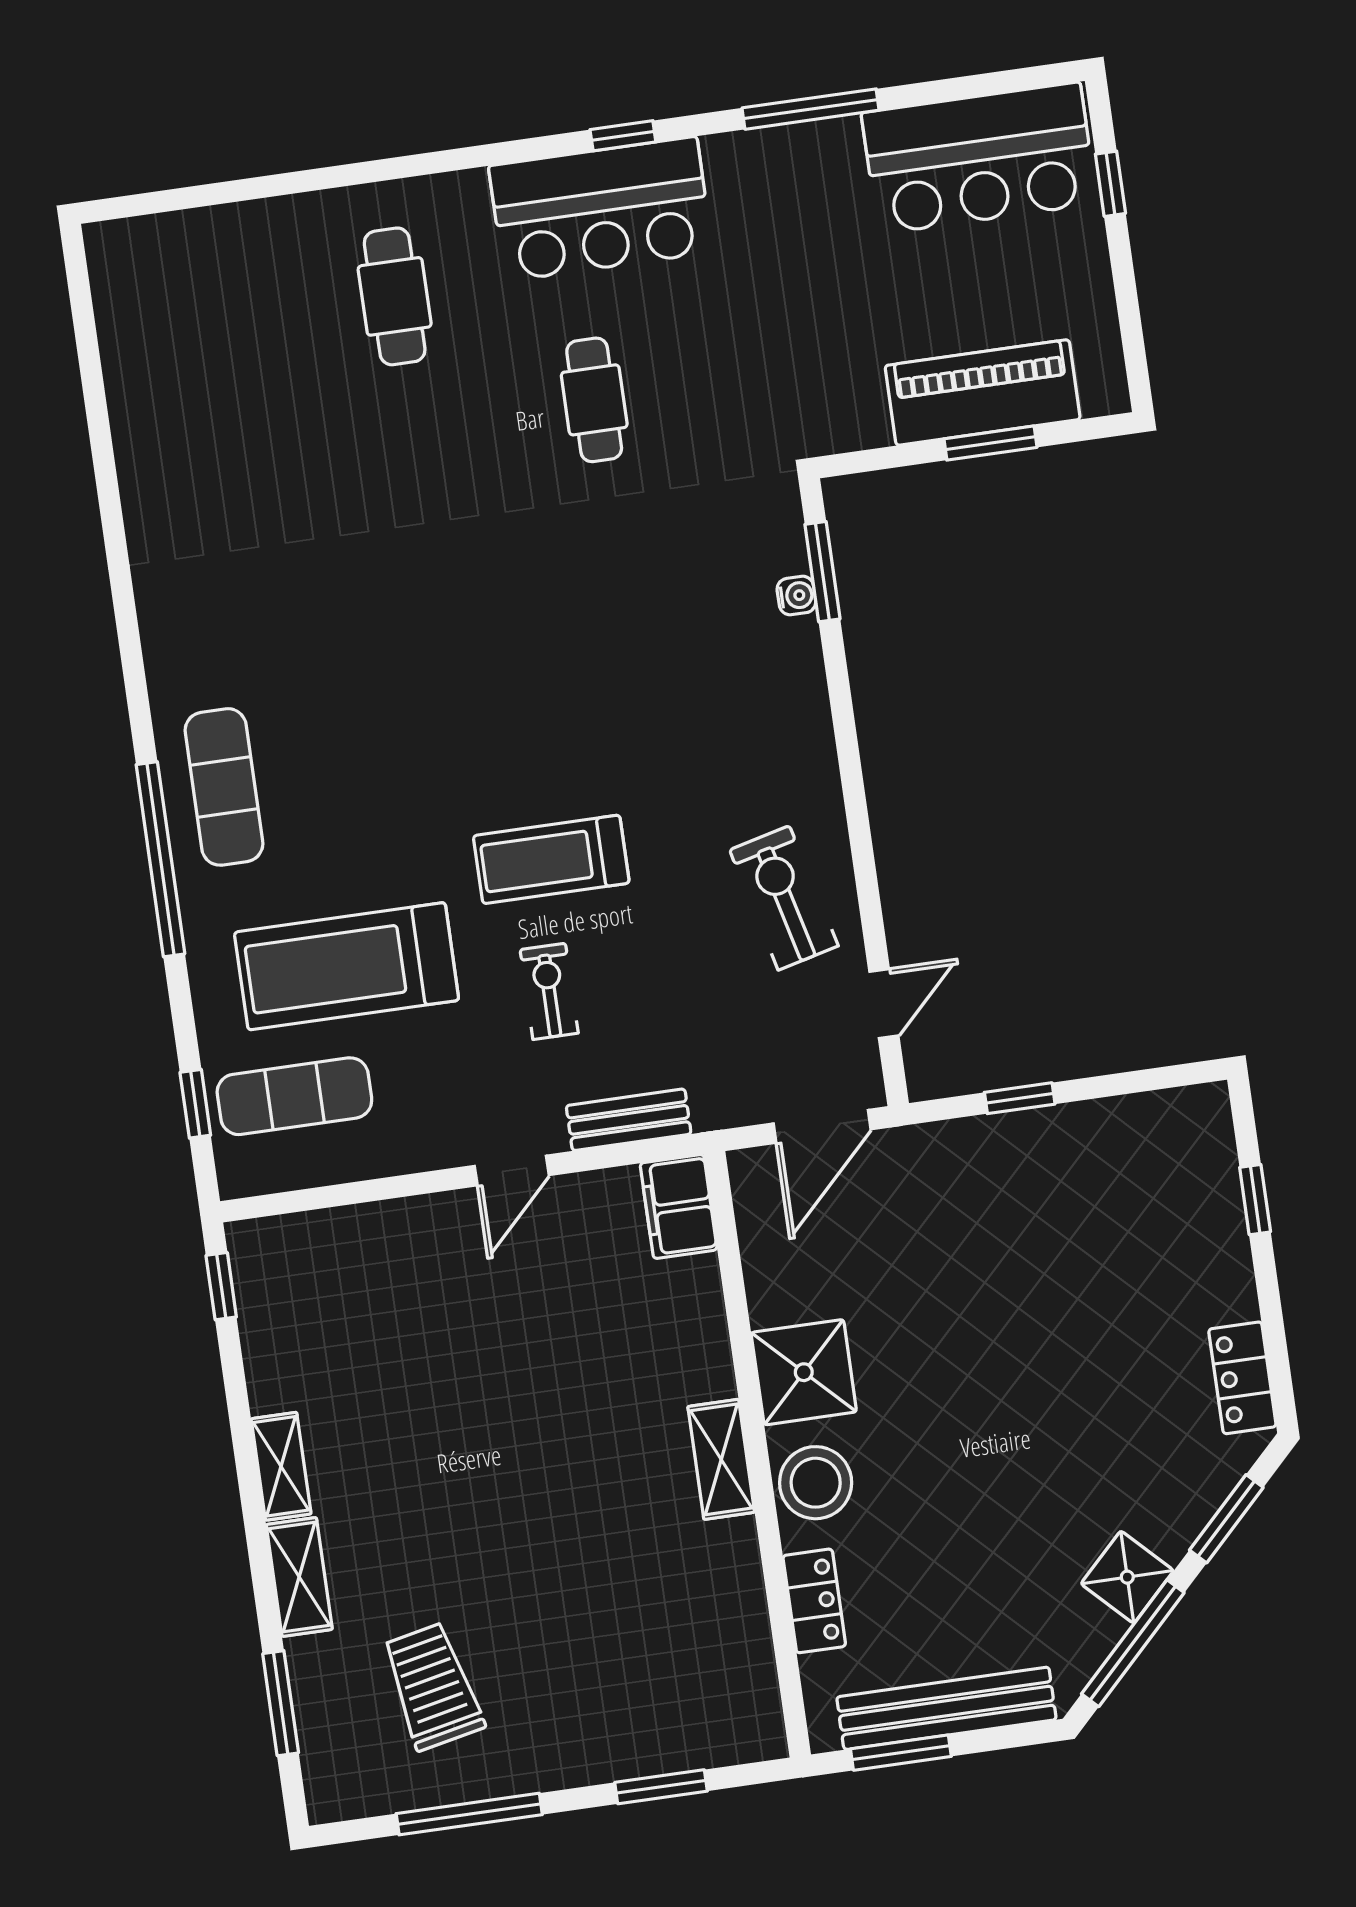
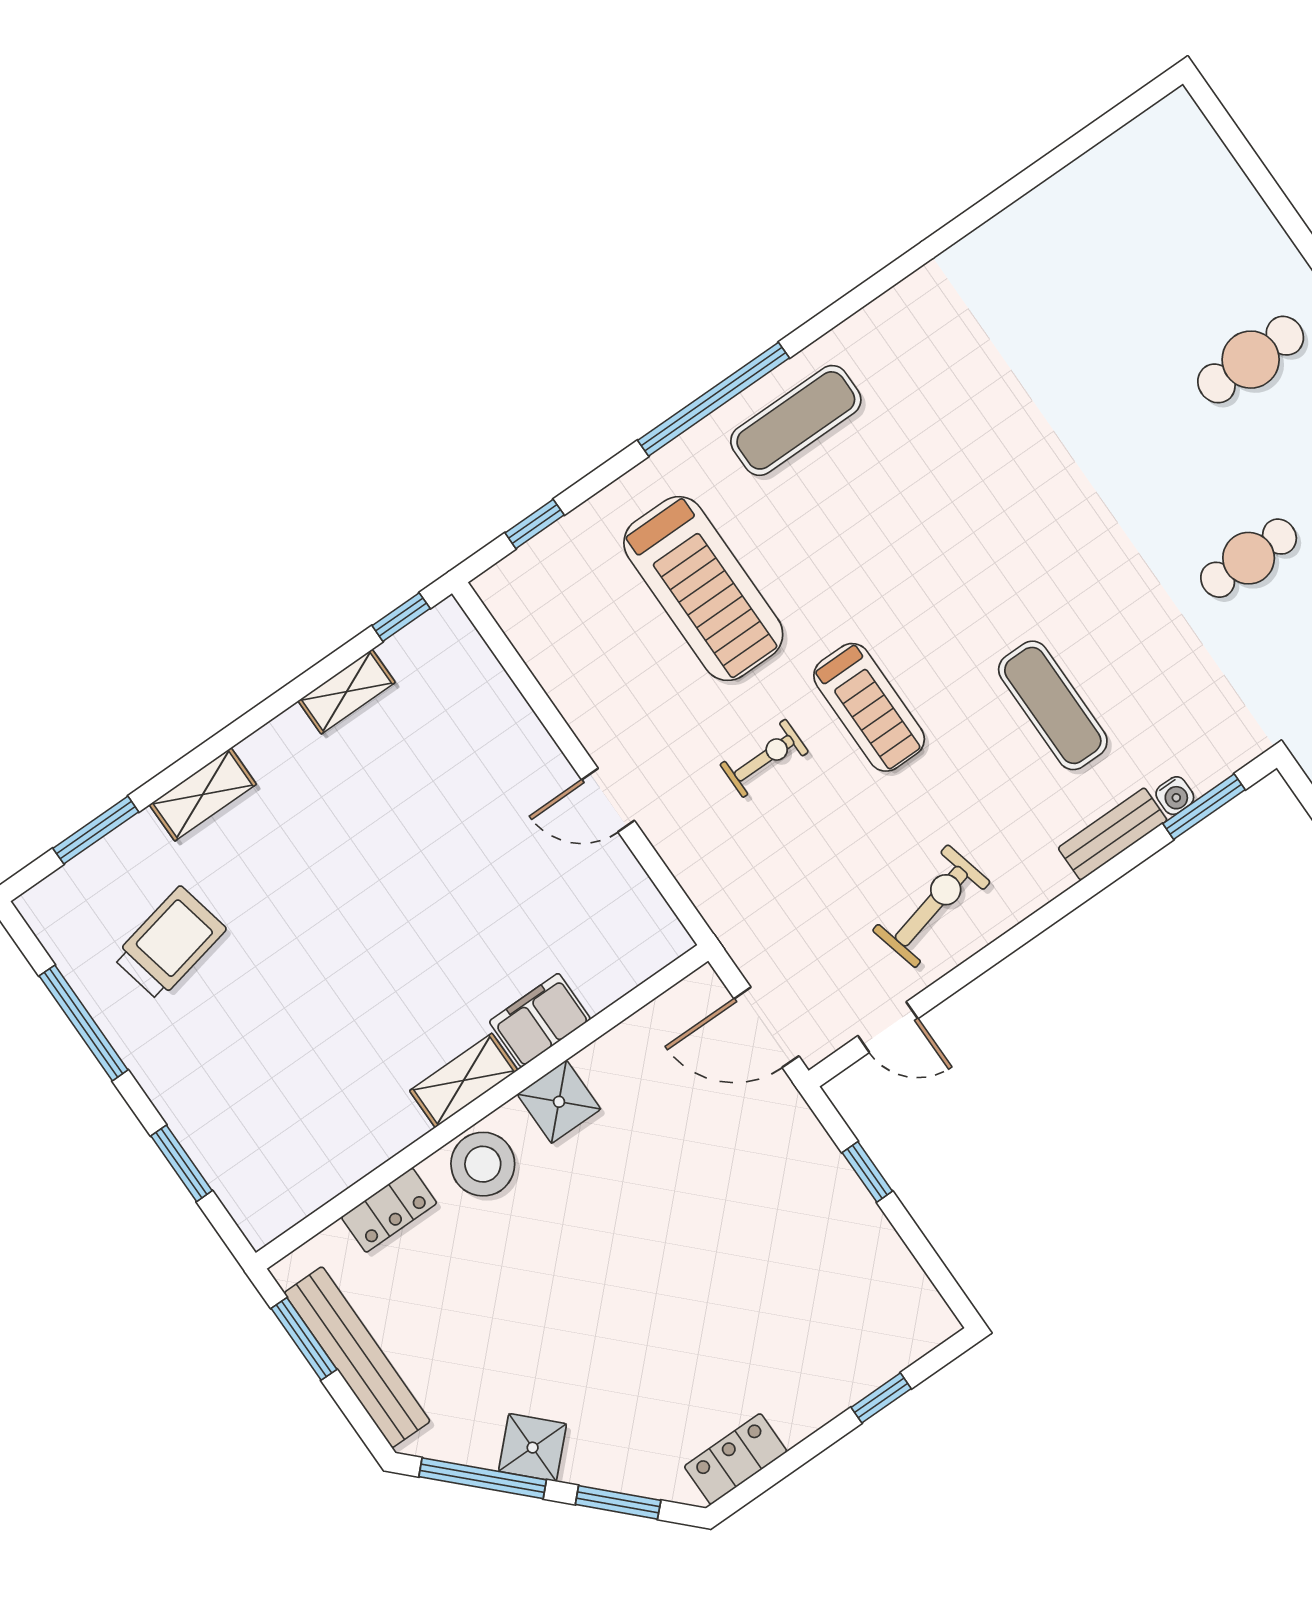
treadmill: (551, 859) -> (869, 707), turned 180
treadmill: (347, 966) -> (703, 589), turned 180
exercise mat: (294, 1096) -> (1053, 705), moved
bench: (629, 1120) -> (1113, 834), moved, turned 90
filing cabinet: (679, 1206) -> (540, 1020), moved
shower: (804, 1372) -> (559, 1102), width x0.73, depth x0.73
shelving: (281, 1466) -> (347, 692), moved

